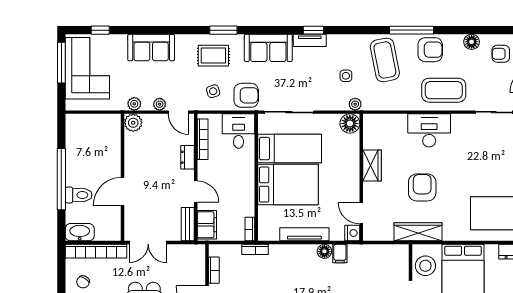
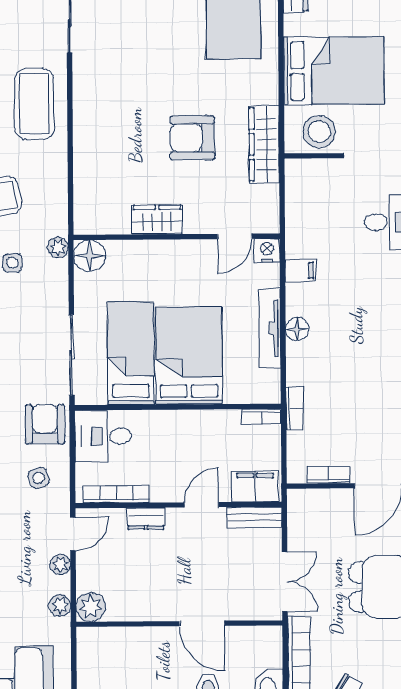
desk: (429, 130) -> (100, 127), removed
floor lamp: (324, 251) -> (297, 329), moved

